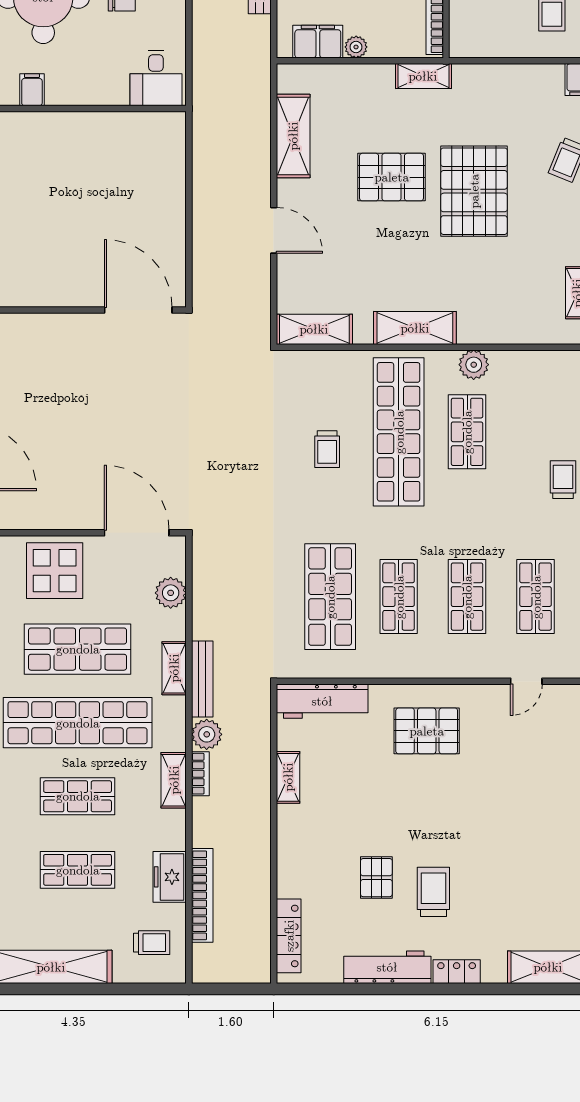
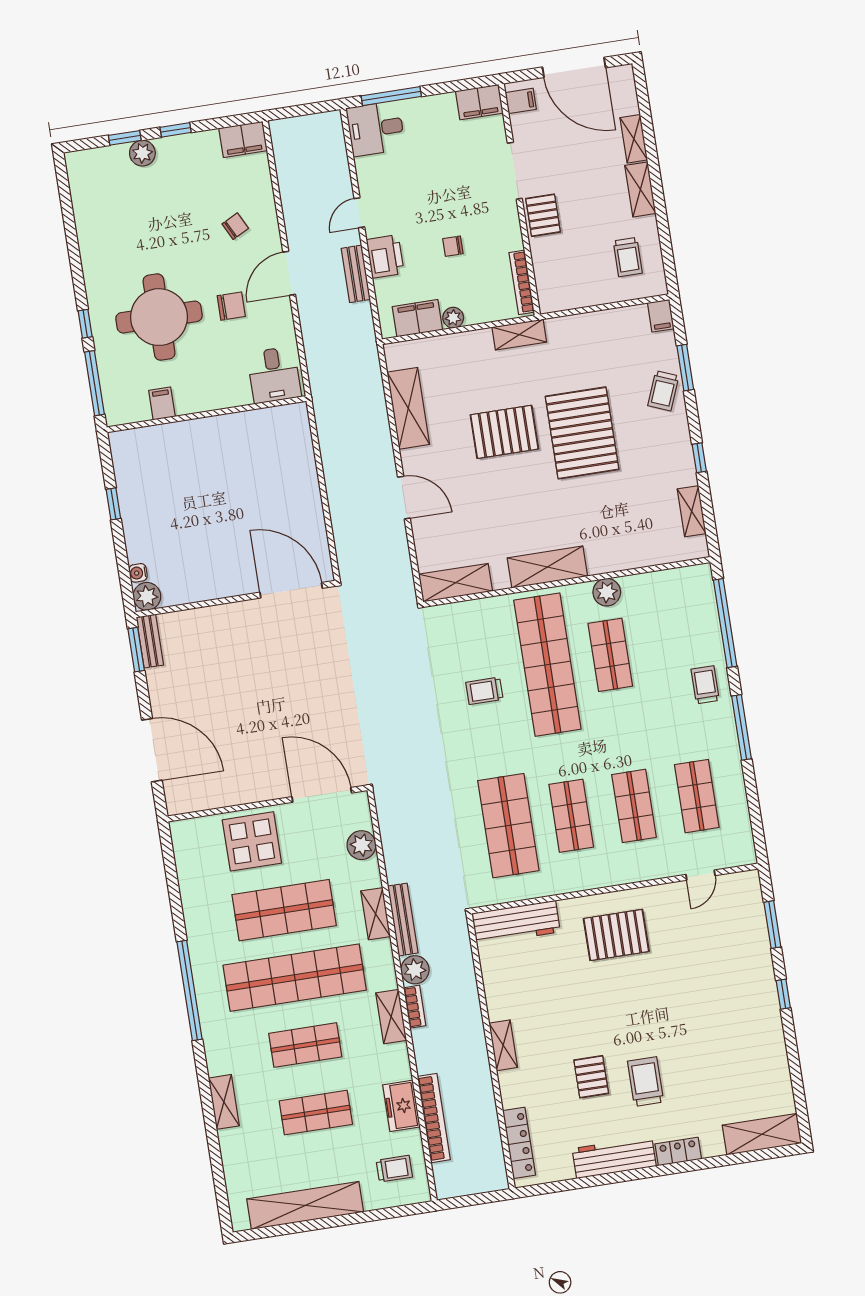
trolley: (327, 449) -> (484, 691), turned 90
shelving: (288, 777) -> (503, 1045), moved

